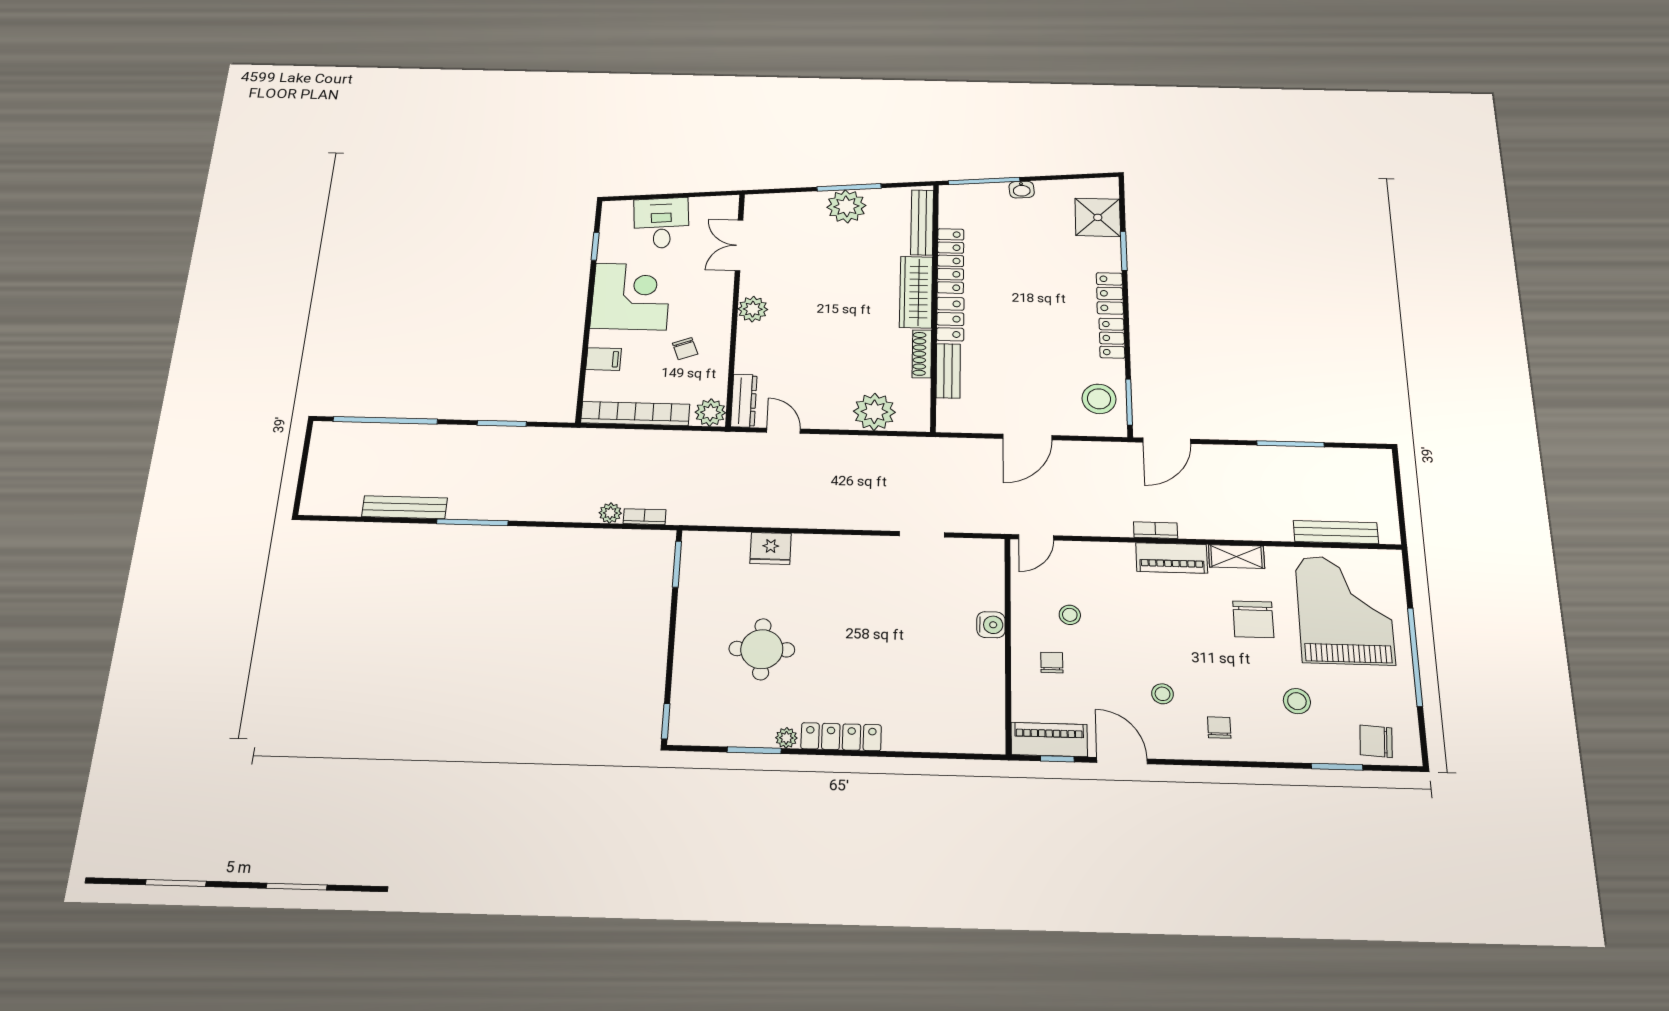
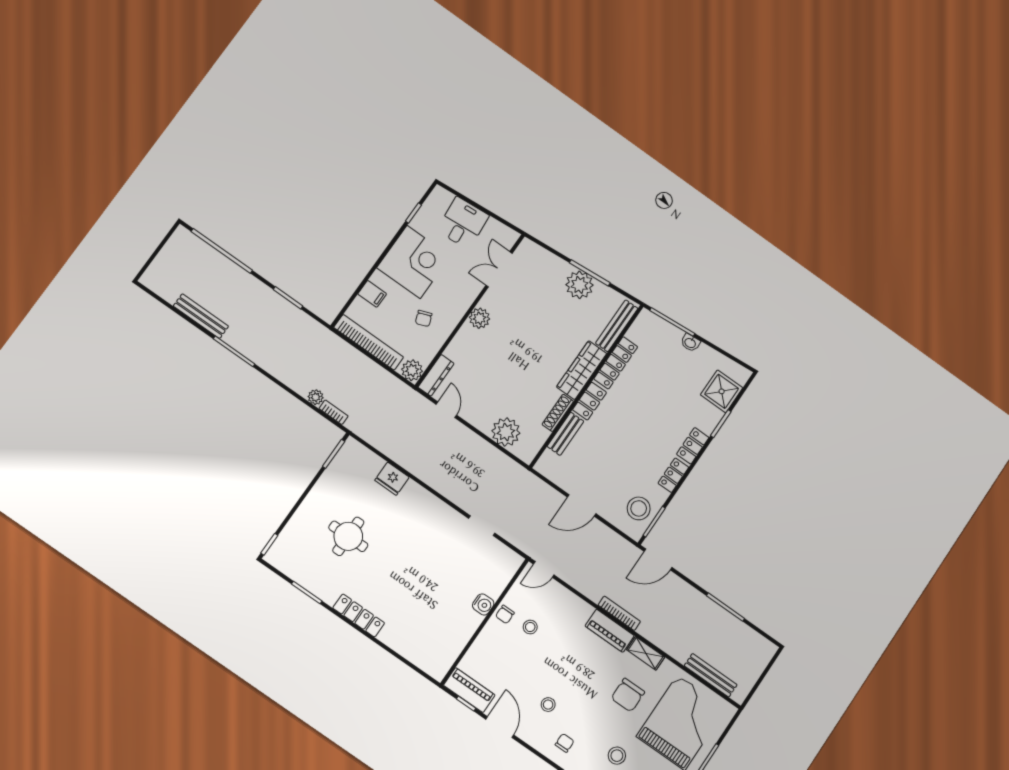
bookcase: (1156, 530) -> (619, 613), width x1.56
chair: (1052, 663) -> (505, 614), moved, turned 180
plant: (786, 738) -> (329, 597), removed

